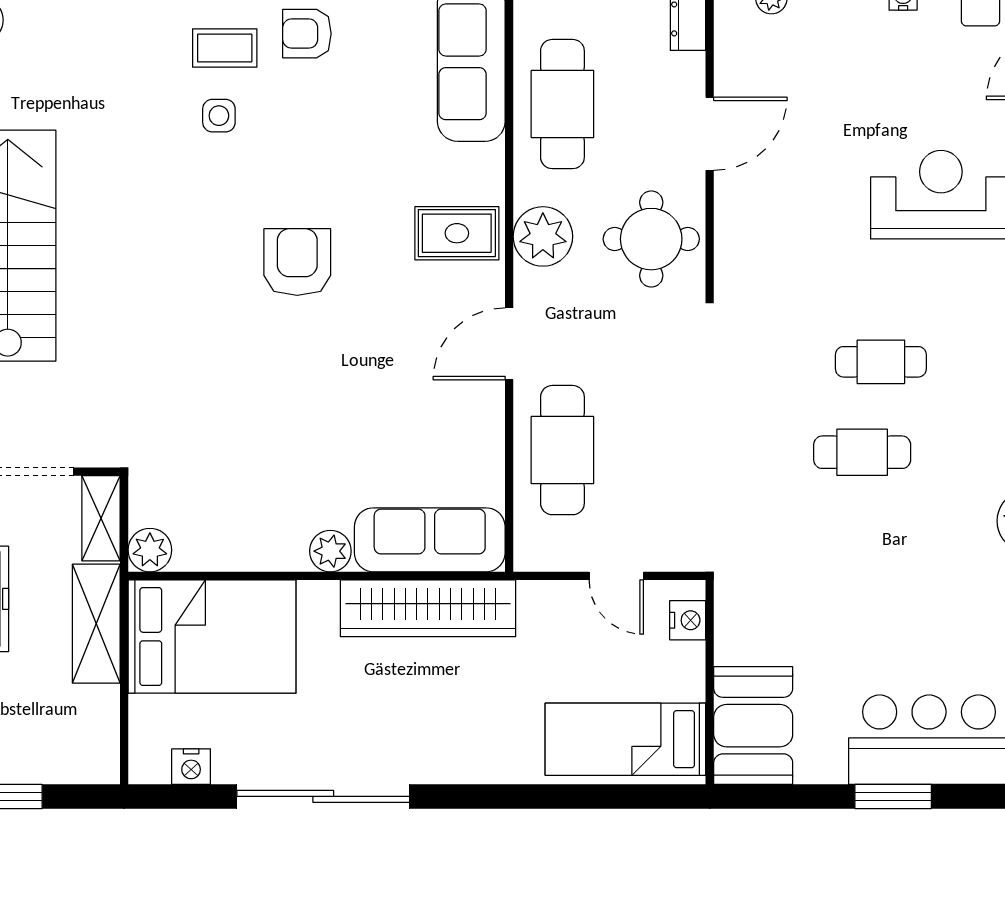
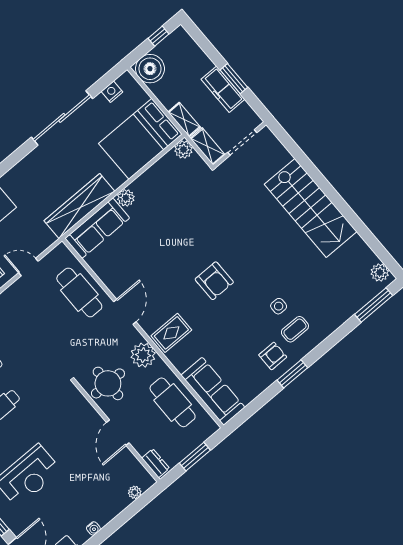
shelving: (96, 624) -> (184, 120), width x0.67, depth x0.75
boiler: (86, 750) -> (150, 69), added

